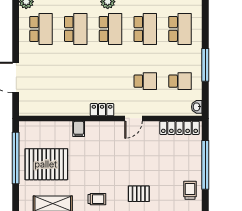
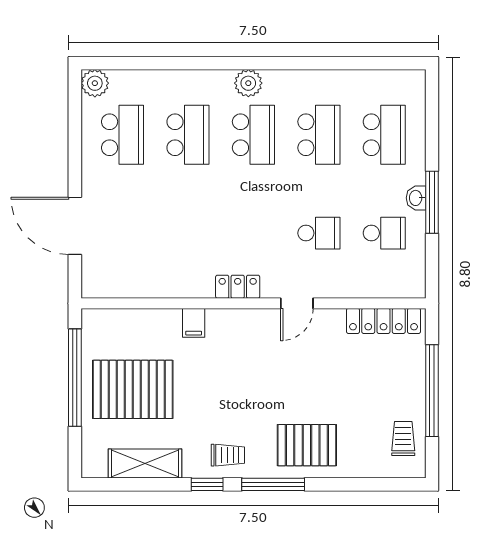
washbasin: (197, 107) -> (416, 198), moved
pallet: (139, 194) -> (307, 445), width x1.50, depth x1.42

